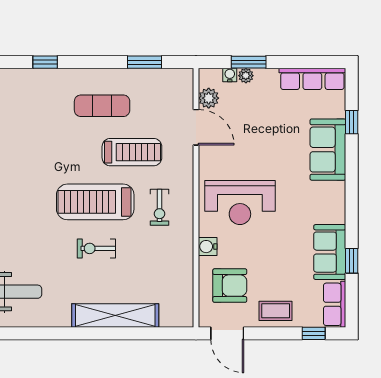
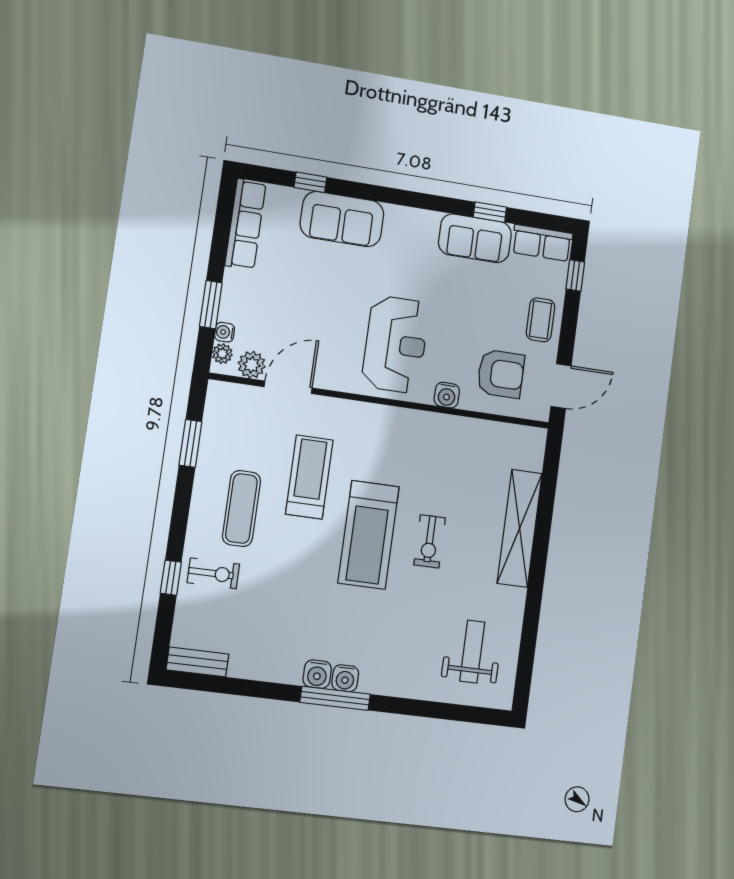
plant: (246, 76) -> (222, 354), moved
exercise bike: (159, 207) -> (213, 573), moved
armchair: (230, 286) -> (501, 374), turned 90

